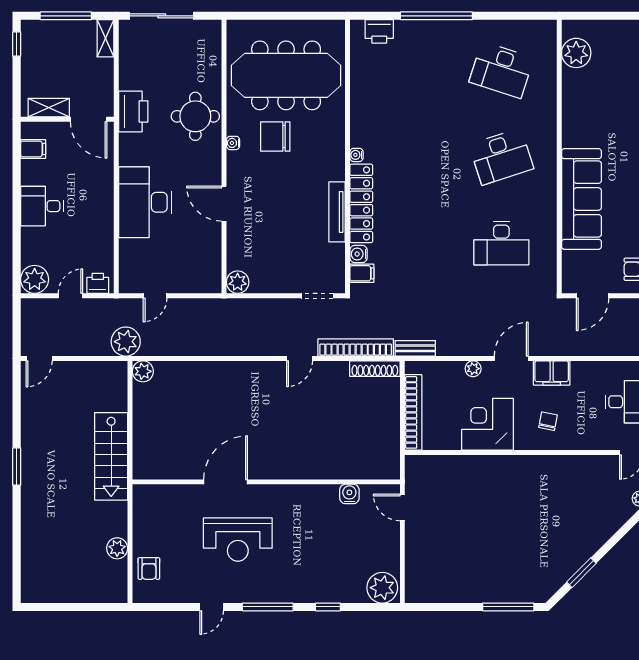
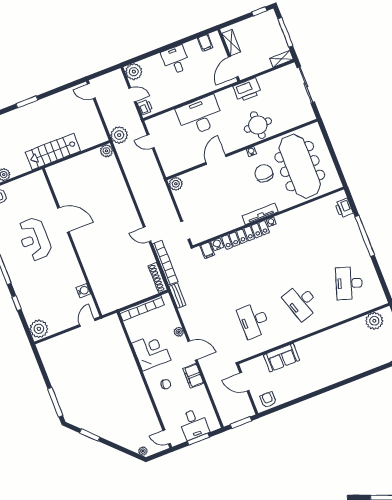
sofa: (582, 199) -> (282, 358), width x0.54, depth x0.79
tv unit: (337, 212) -> (260, 214), moved

